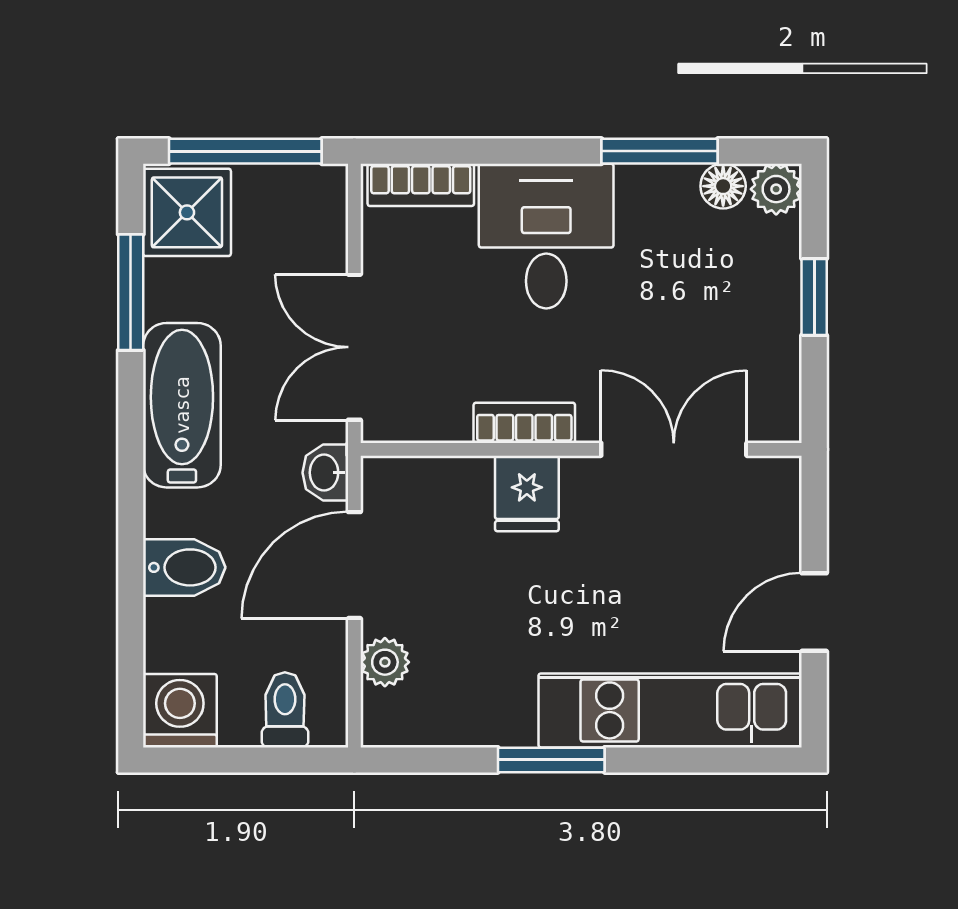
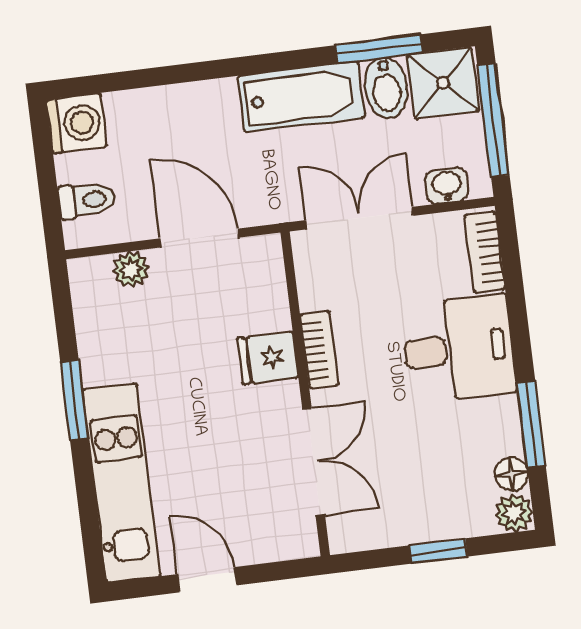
washbasin: (325, 473) -> (447, 186), moved
bidet: (184, 567) -> (386, 88), moved

